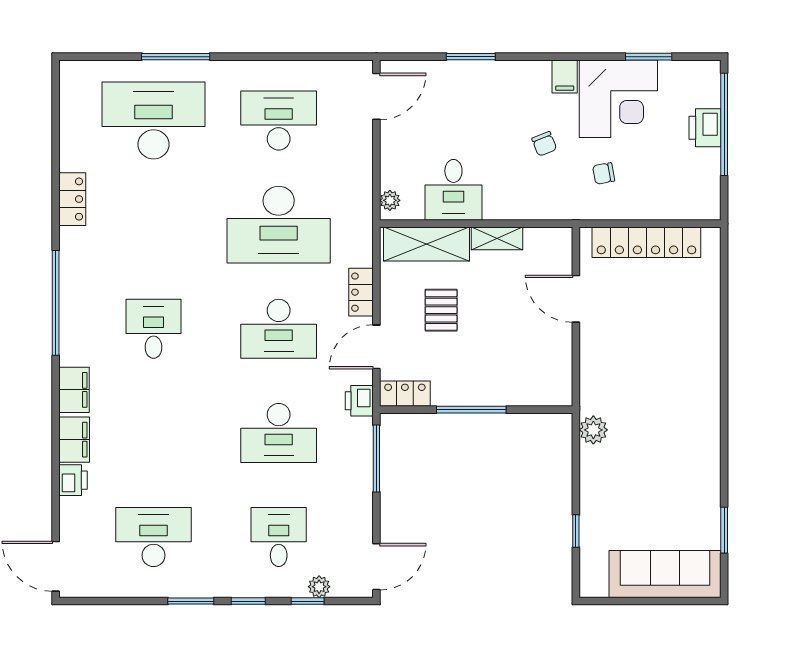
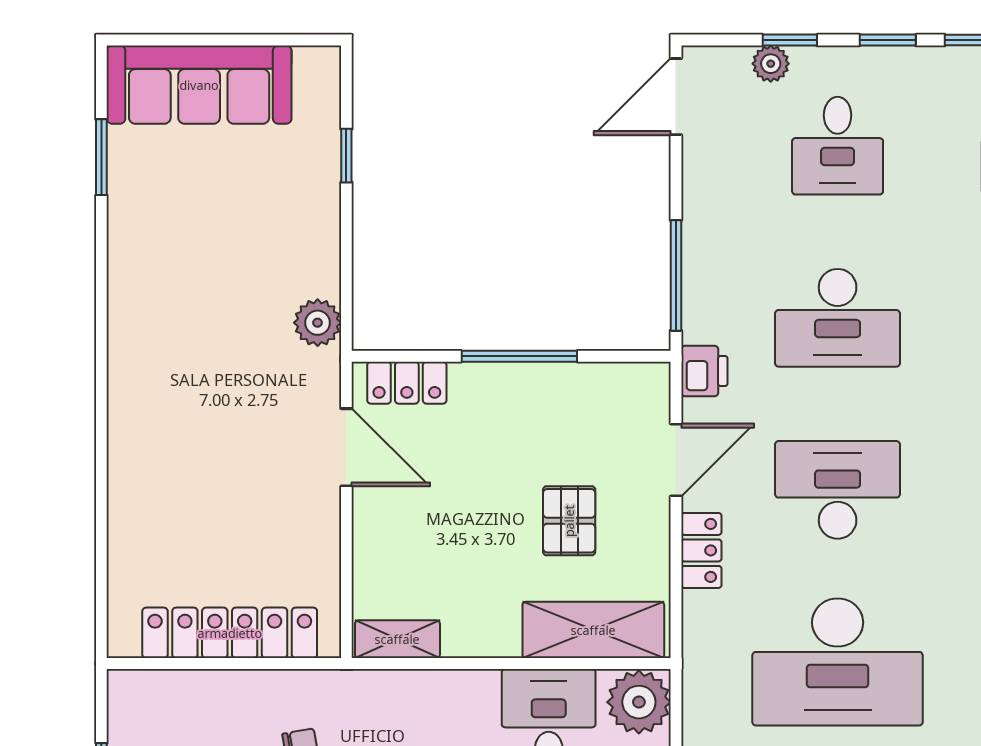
plant: (390, 200) -> (639, 702), width x1.88, depth x1.88
desk: (279, 225) -> (838, 662), turned 180
shelving: (497, 238) -> (397, 639), moved
door: (576, 299) -> (346, 447), moved
locker: (405, 394) -> (407, 383), moved
desk: (279, 433) -> (838, 318), turned 180

